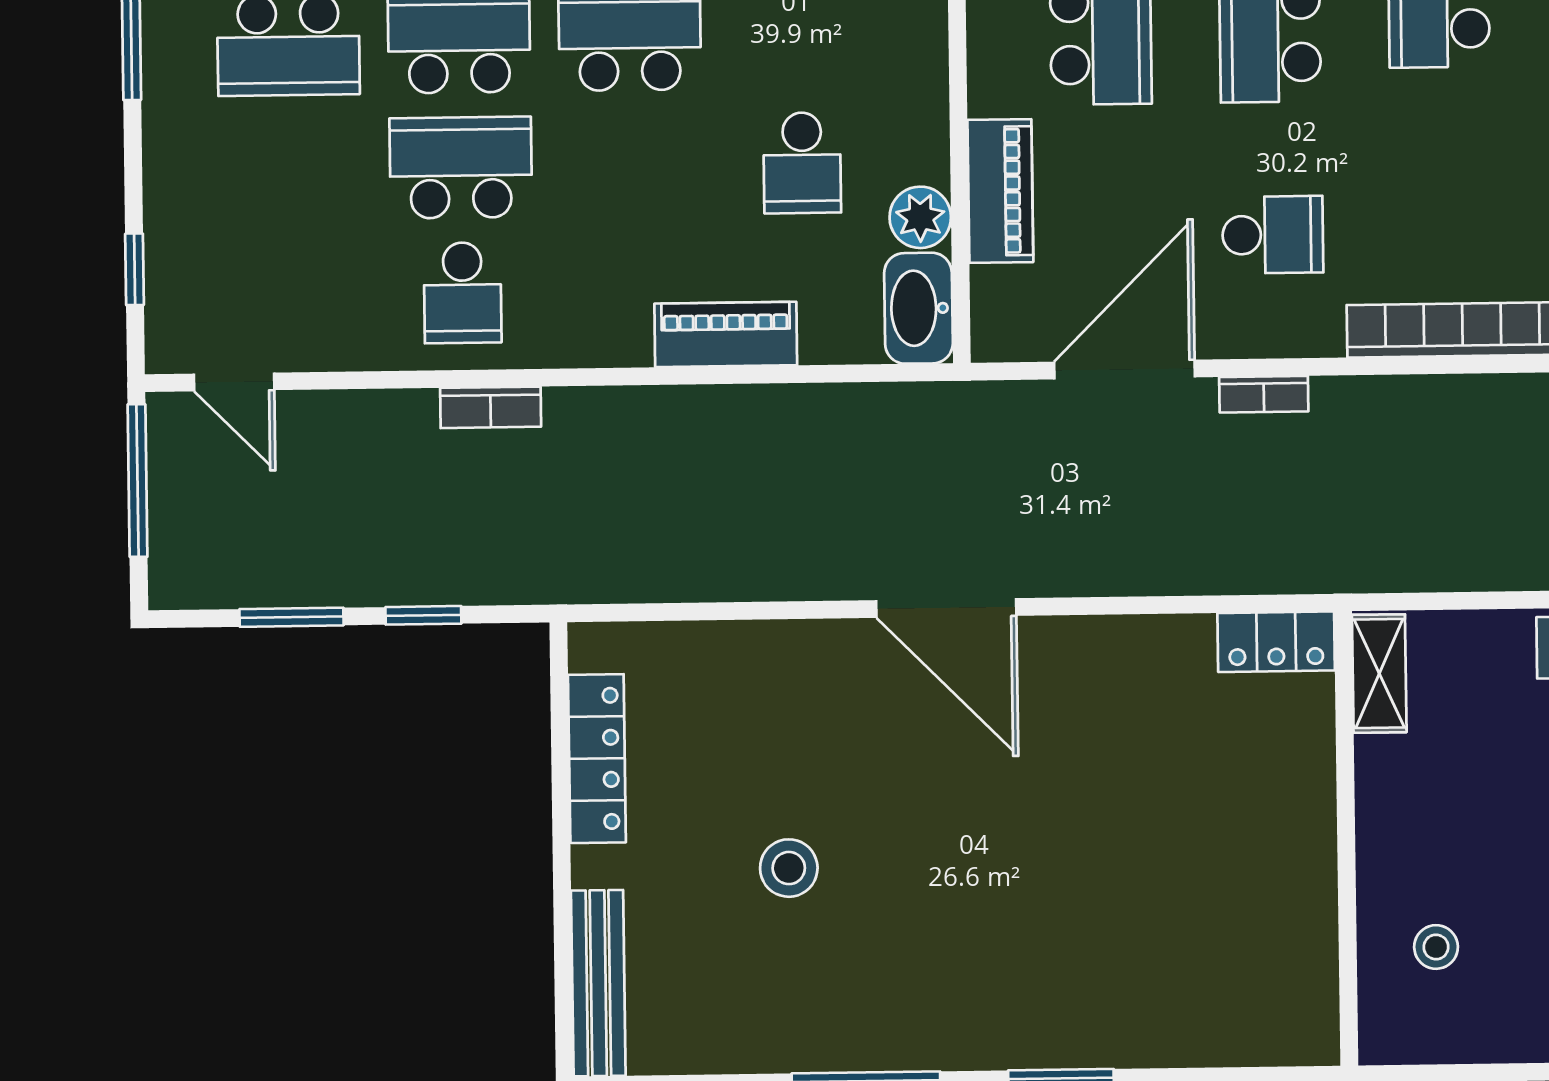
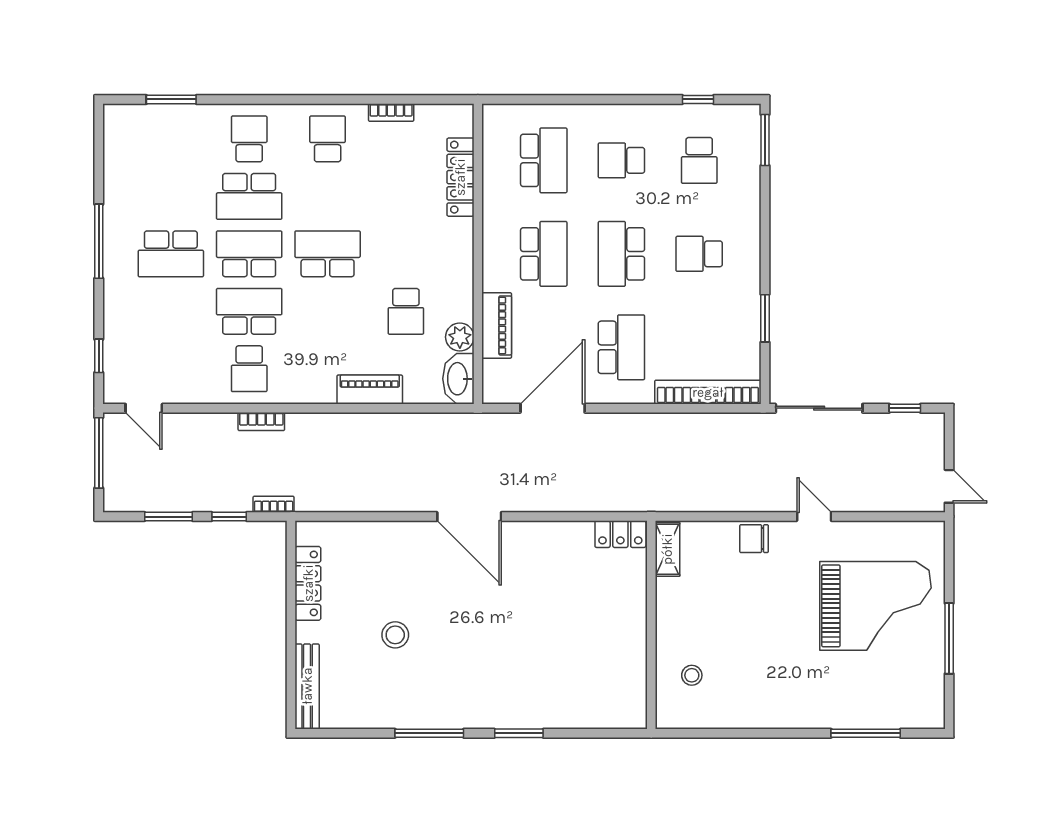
school desk: (1273, 235) -> (621, 347), width x1.85
bookcase: (1264, 394) -> (274, 504), moved, turned 180

